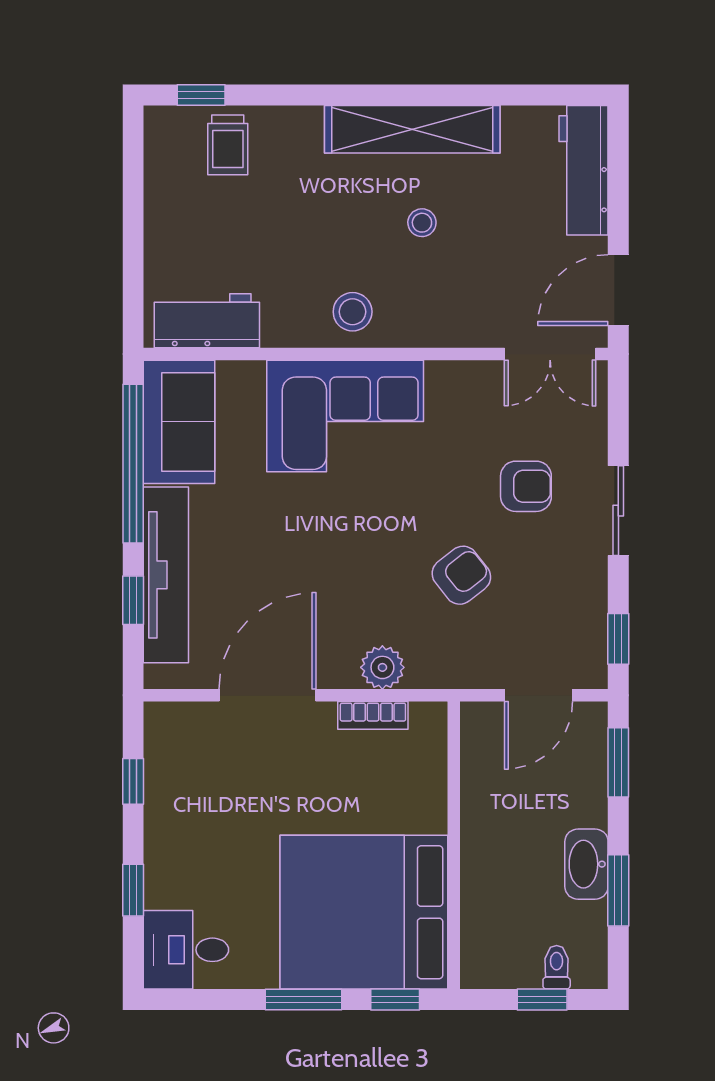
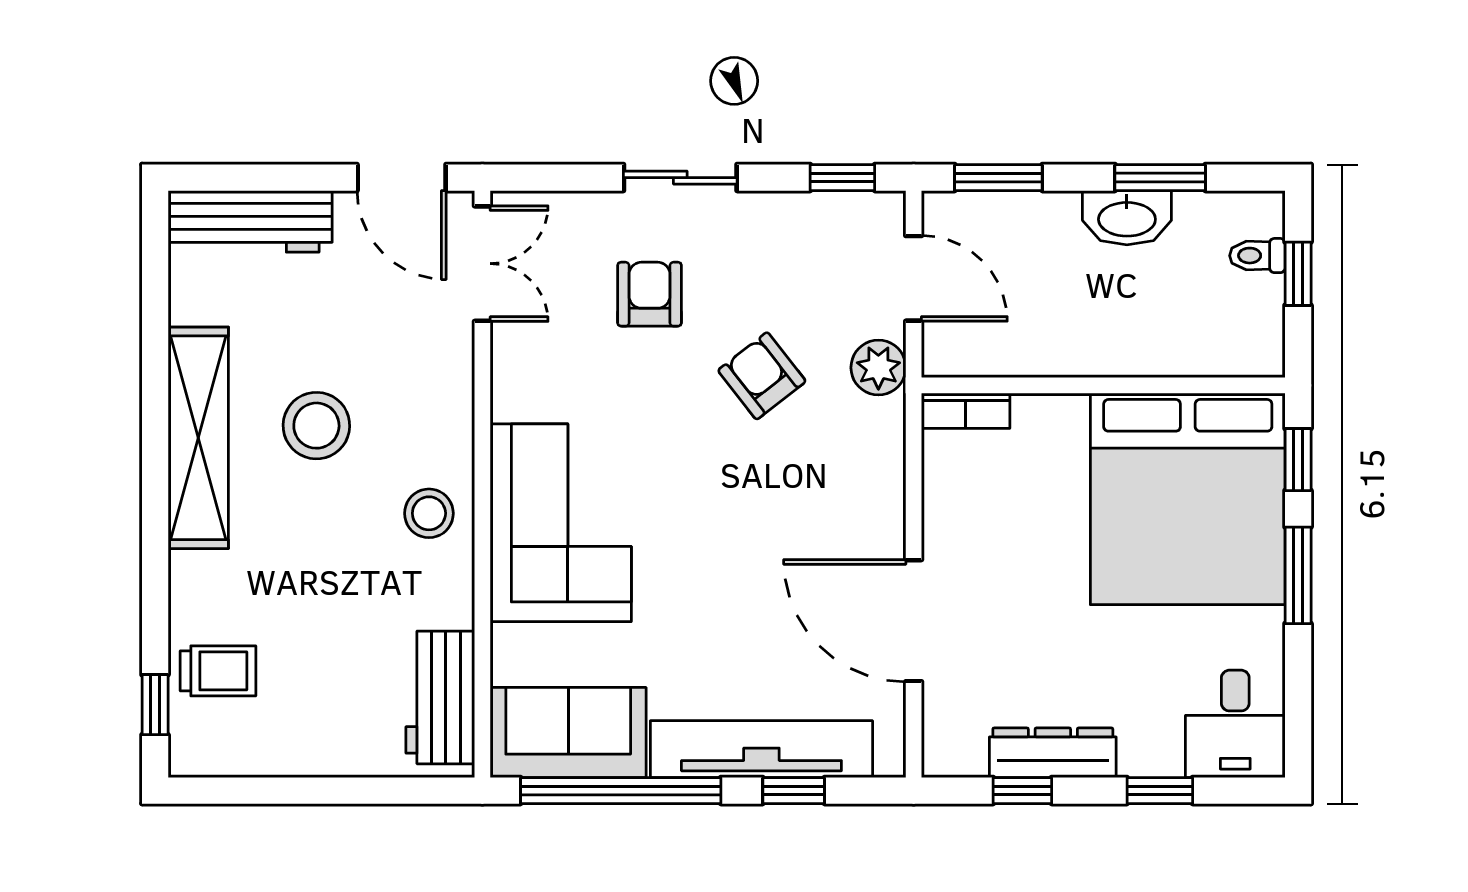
stool: (422, 223) -> (316, 426), width x1.89, depth x1.89
plant: (382, 667) -> (878, 368), moved
bookcase: (373, 715) -> (966, 411), moved, turned 90
dresser: (163, 805) -> (1053, 753), added

